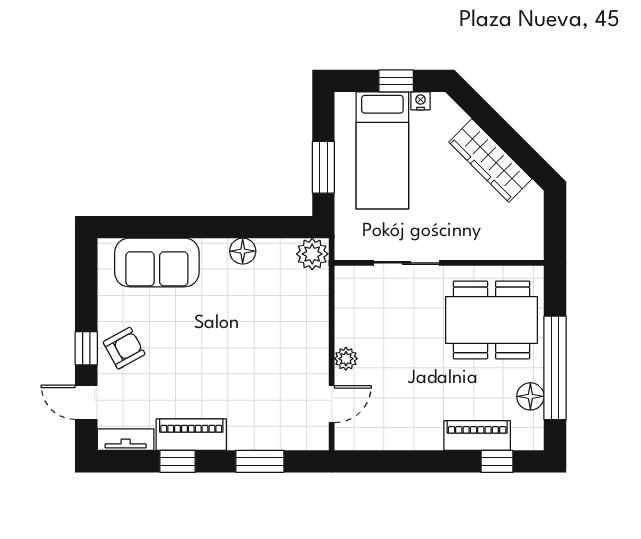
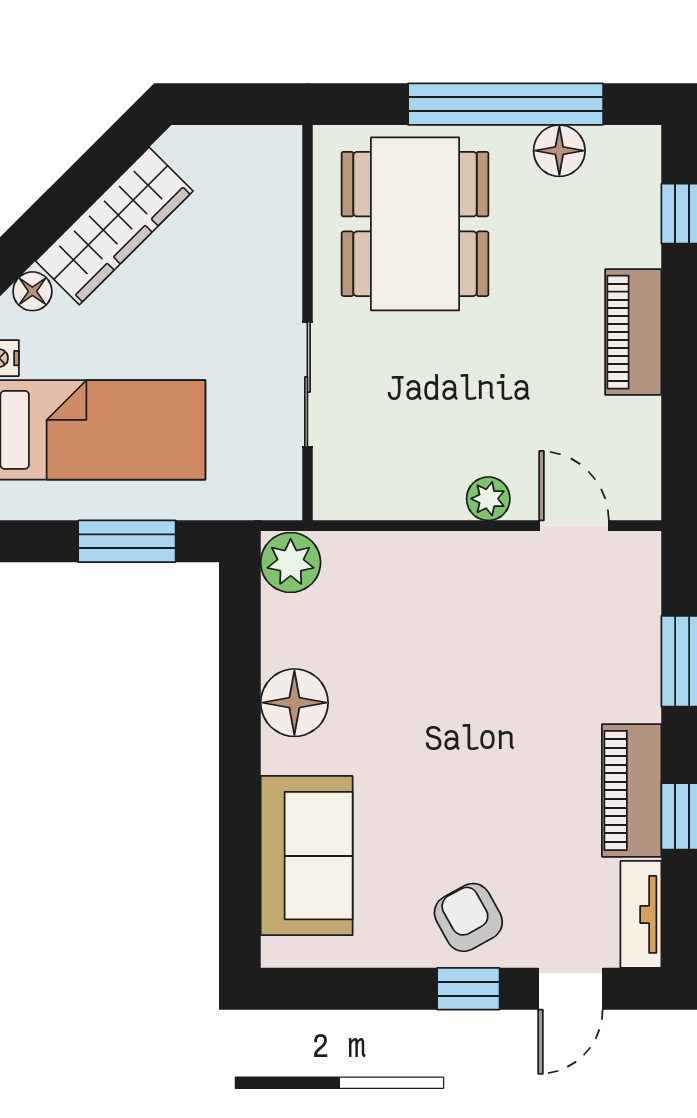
floor lamp: (456, 117) -> (32, 291), added
floor lamp: (243, 251) -> (294, 703), width x1.38, depth x1.38
piano: (477, 436) -> (633, 332), moved

